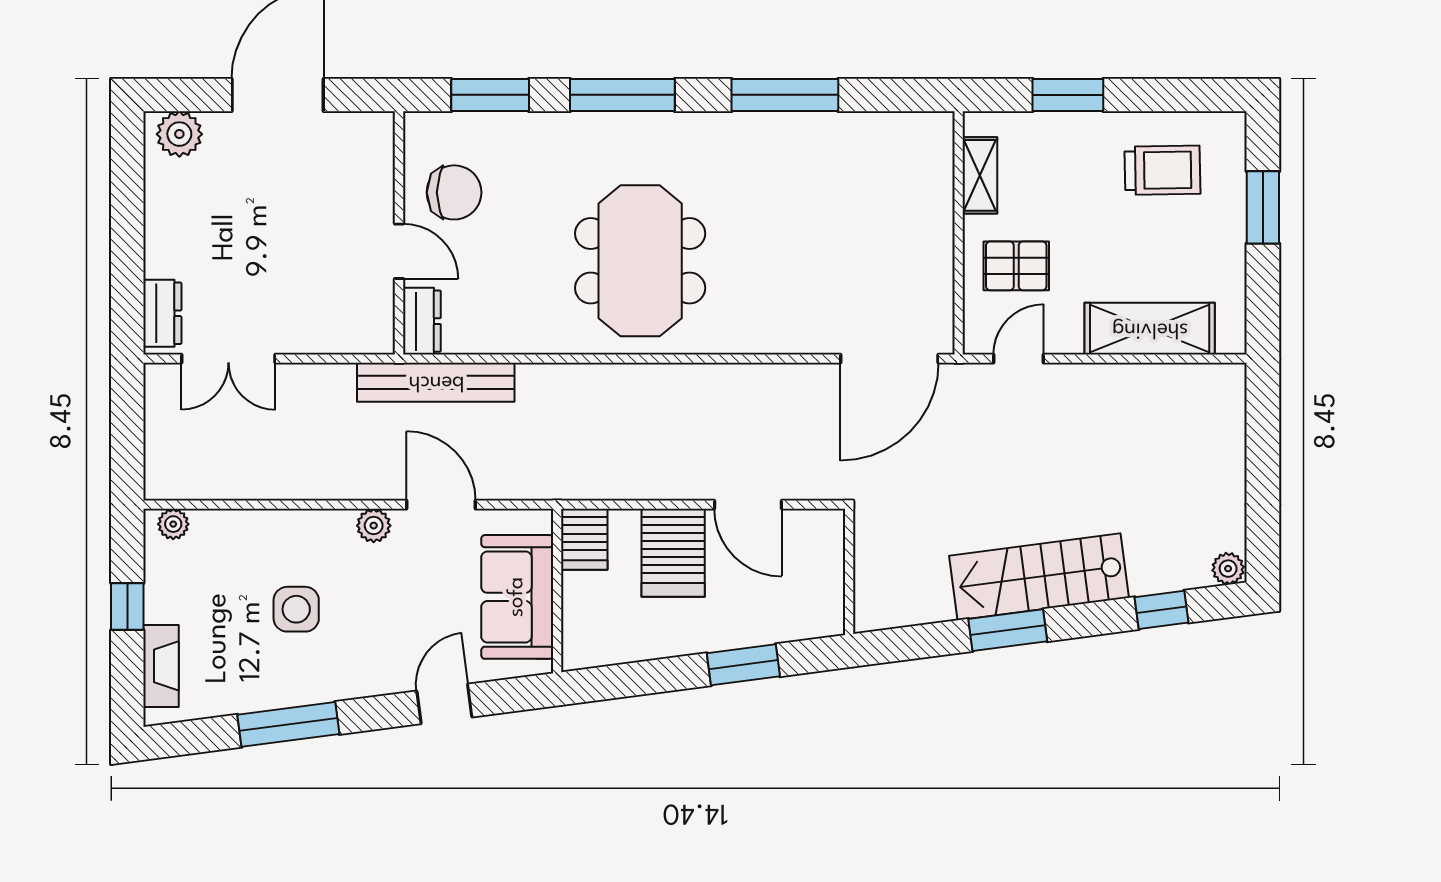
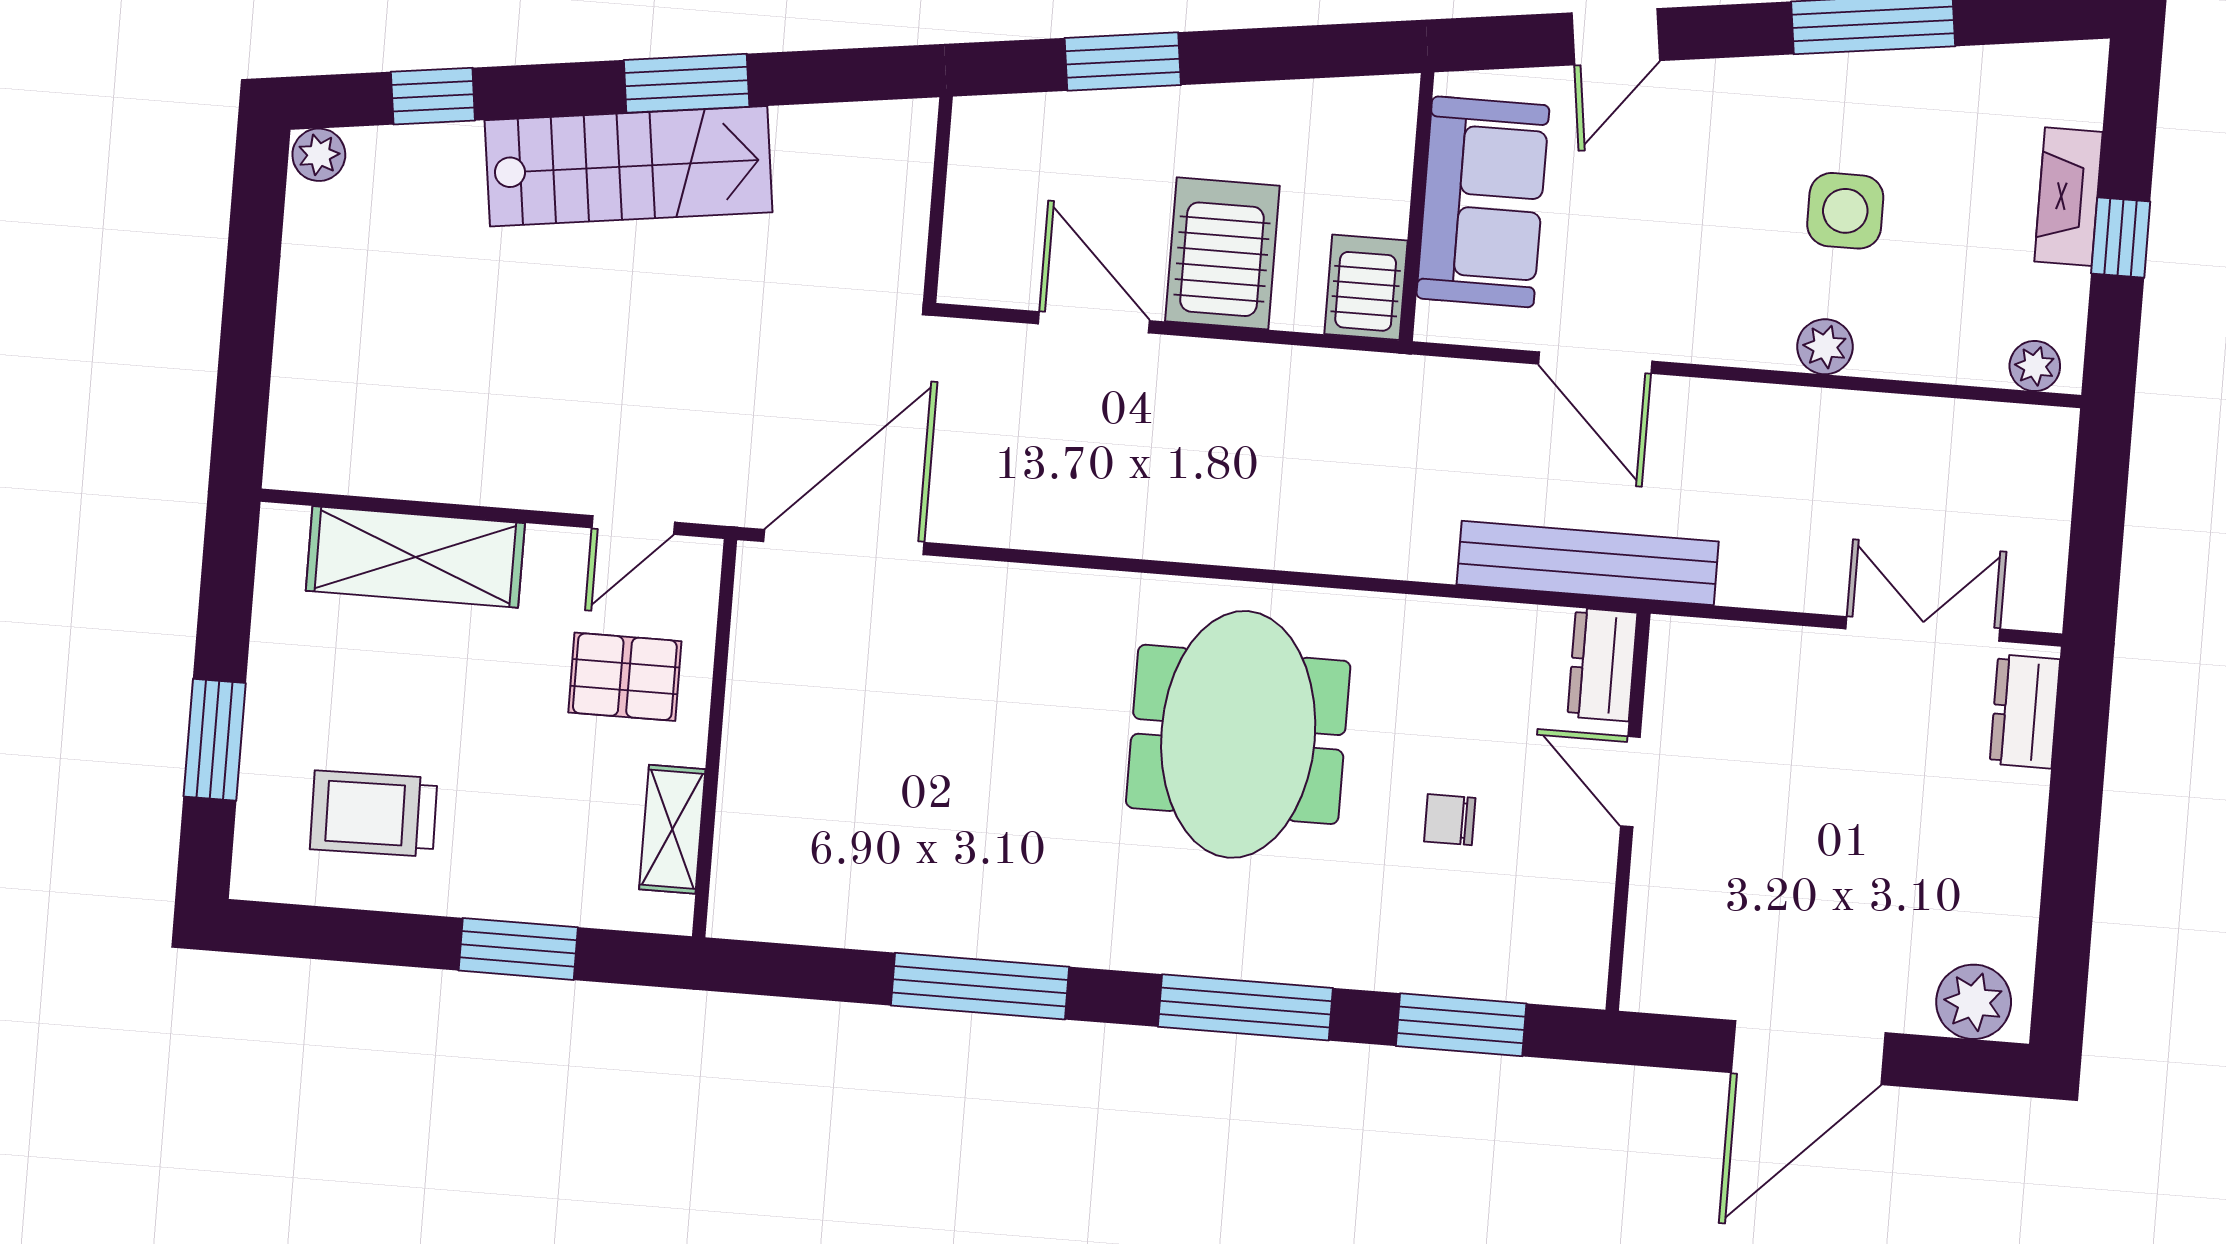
chair: (454, 192) -> (1450, 820), moved, width x0.54, depth x0.54
plant: (374, 526) -> (1825, 347), moved
fireplace: (161, 666) -> (2068, 197), moved

